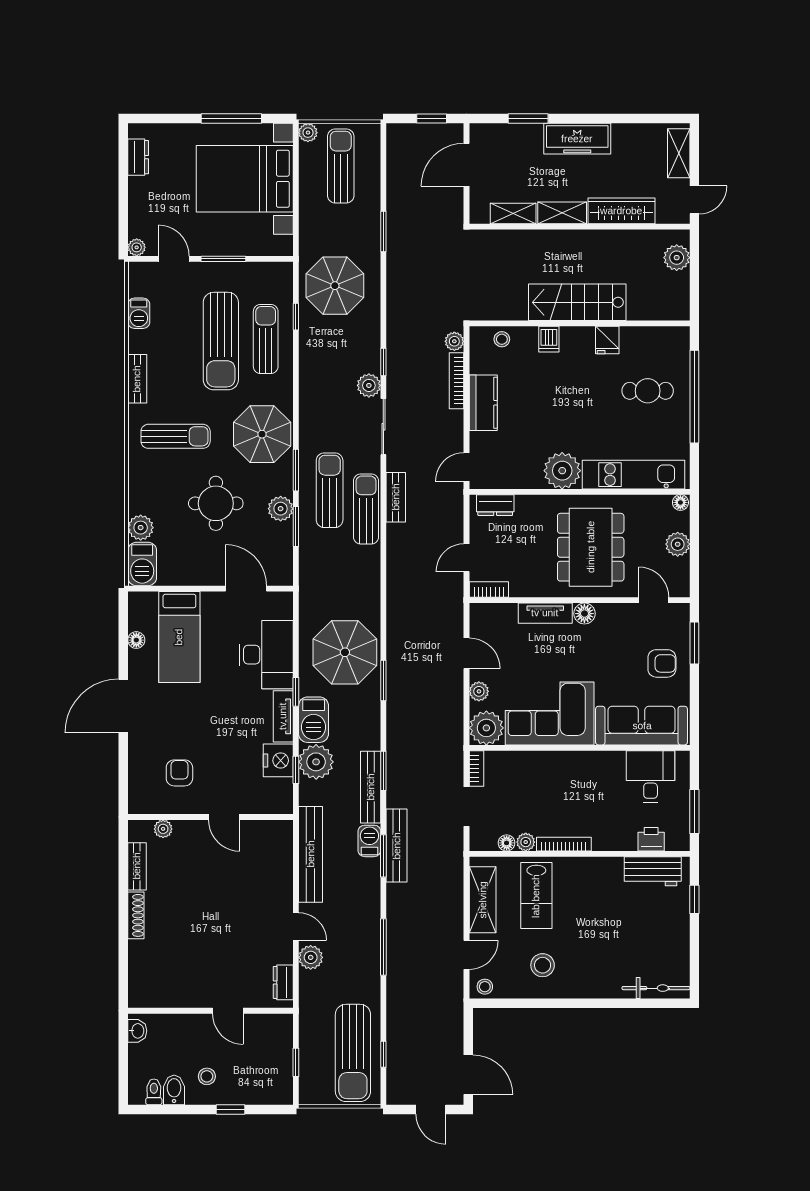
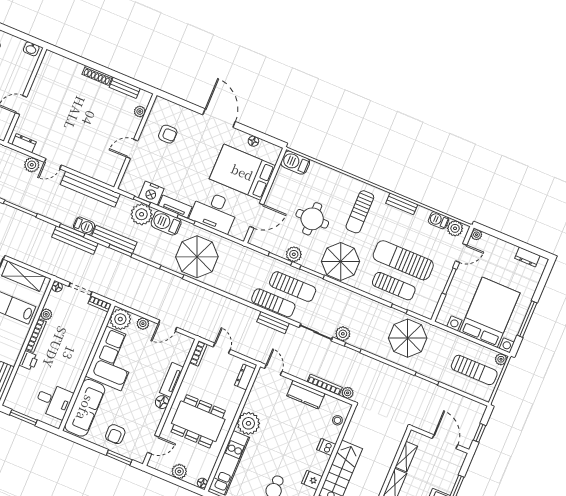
plant: (141, 528) -> (455, 228), moved
bed: (179, 637) -> (242, 172), width x1.50
printer: (651, 839) -> (29, 361), moved
floor lamp: (507, 843) -> (57, 287), moved

